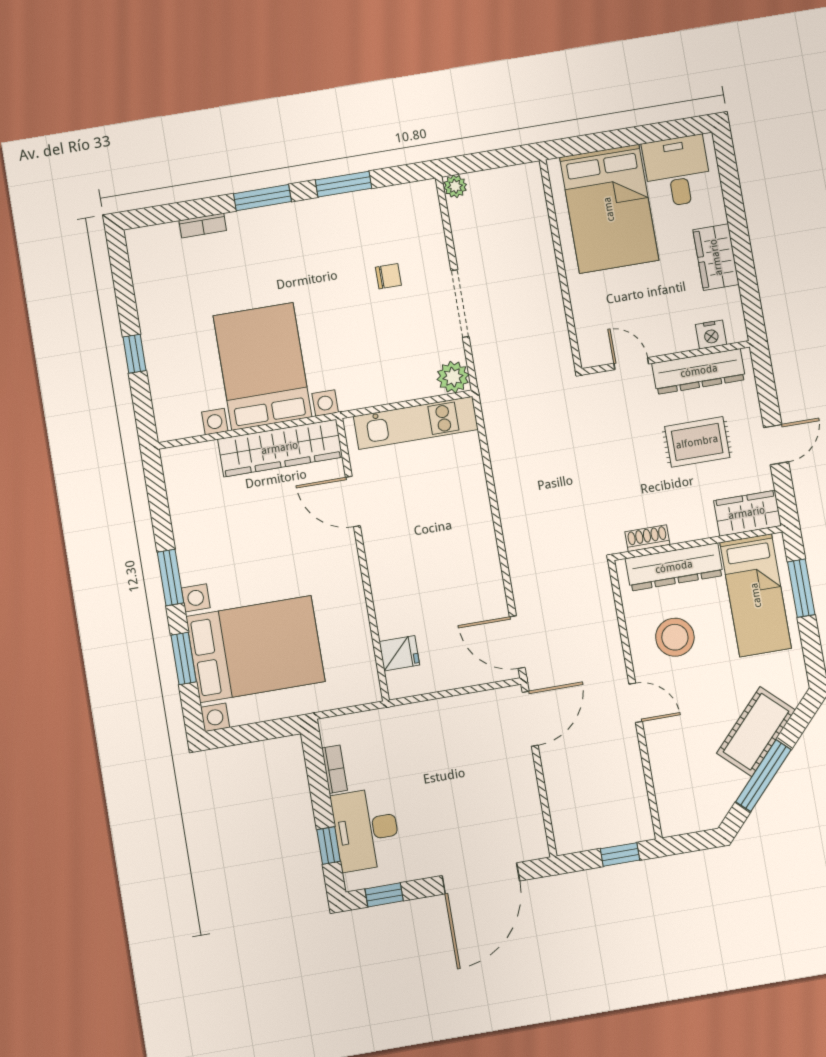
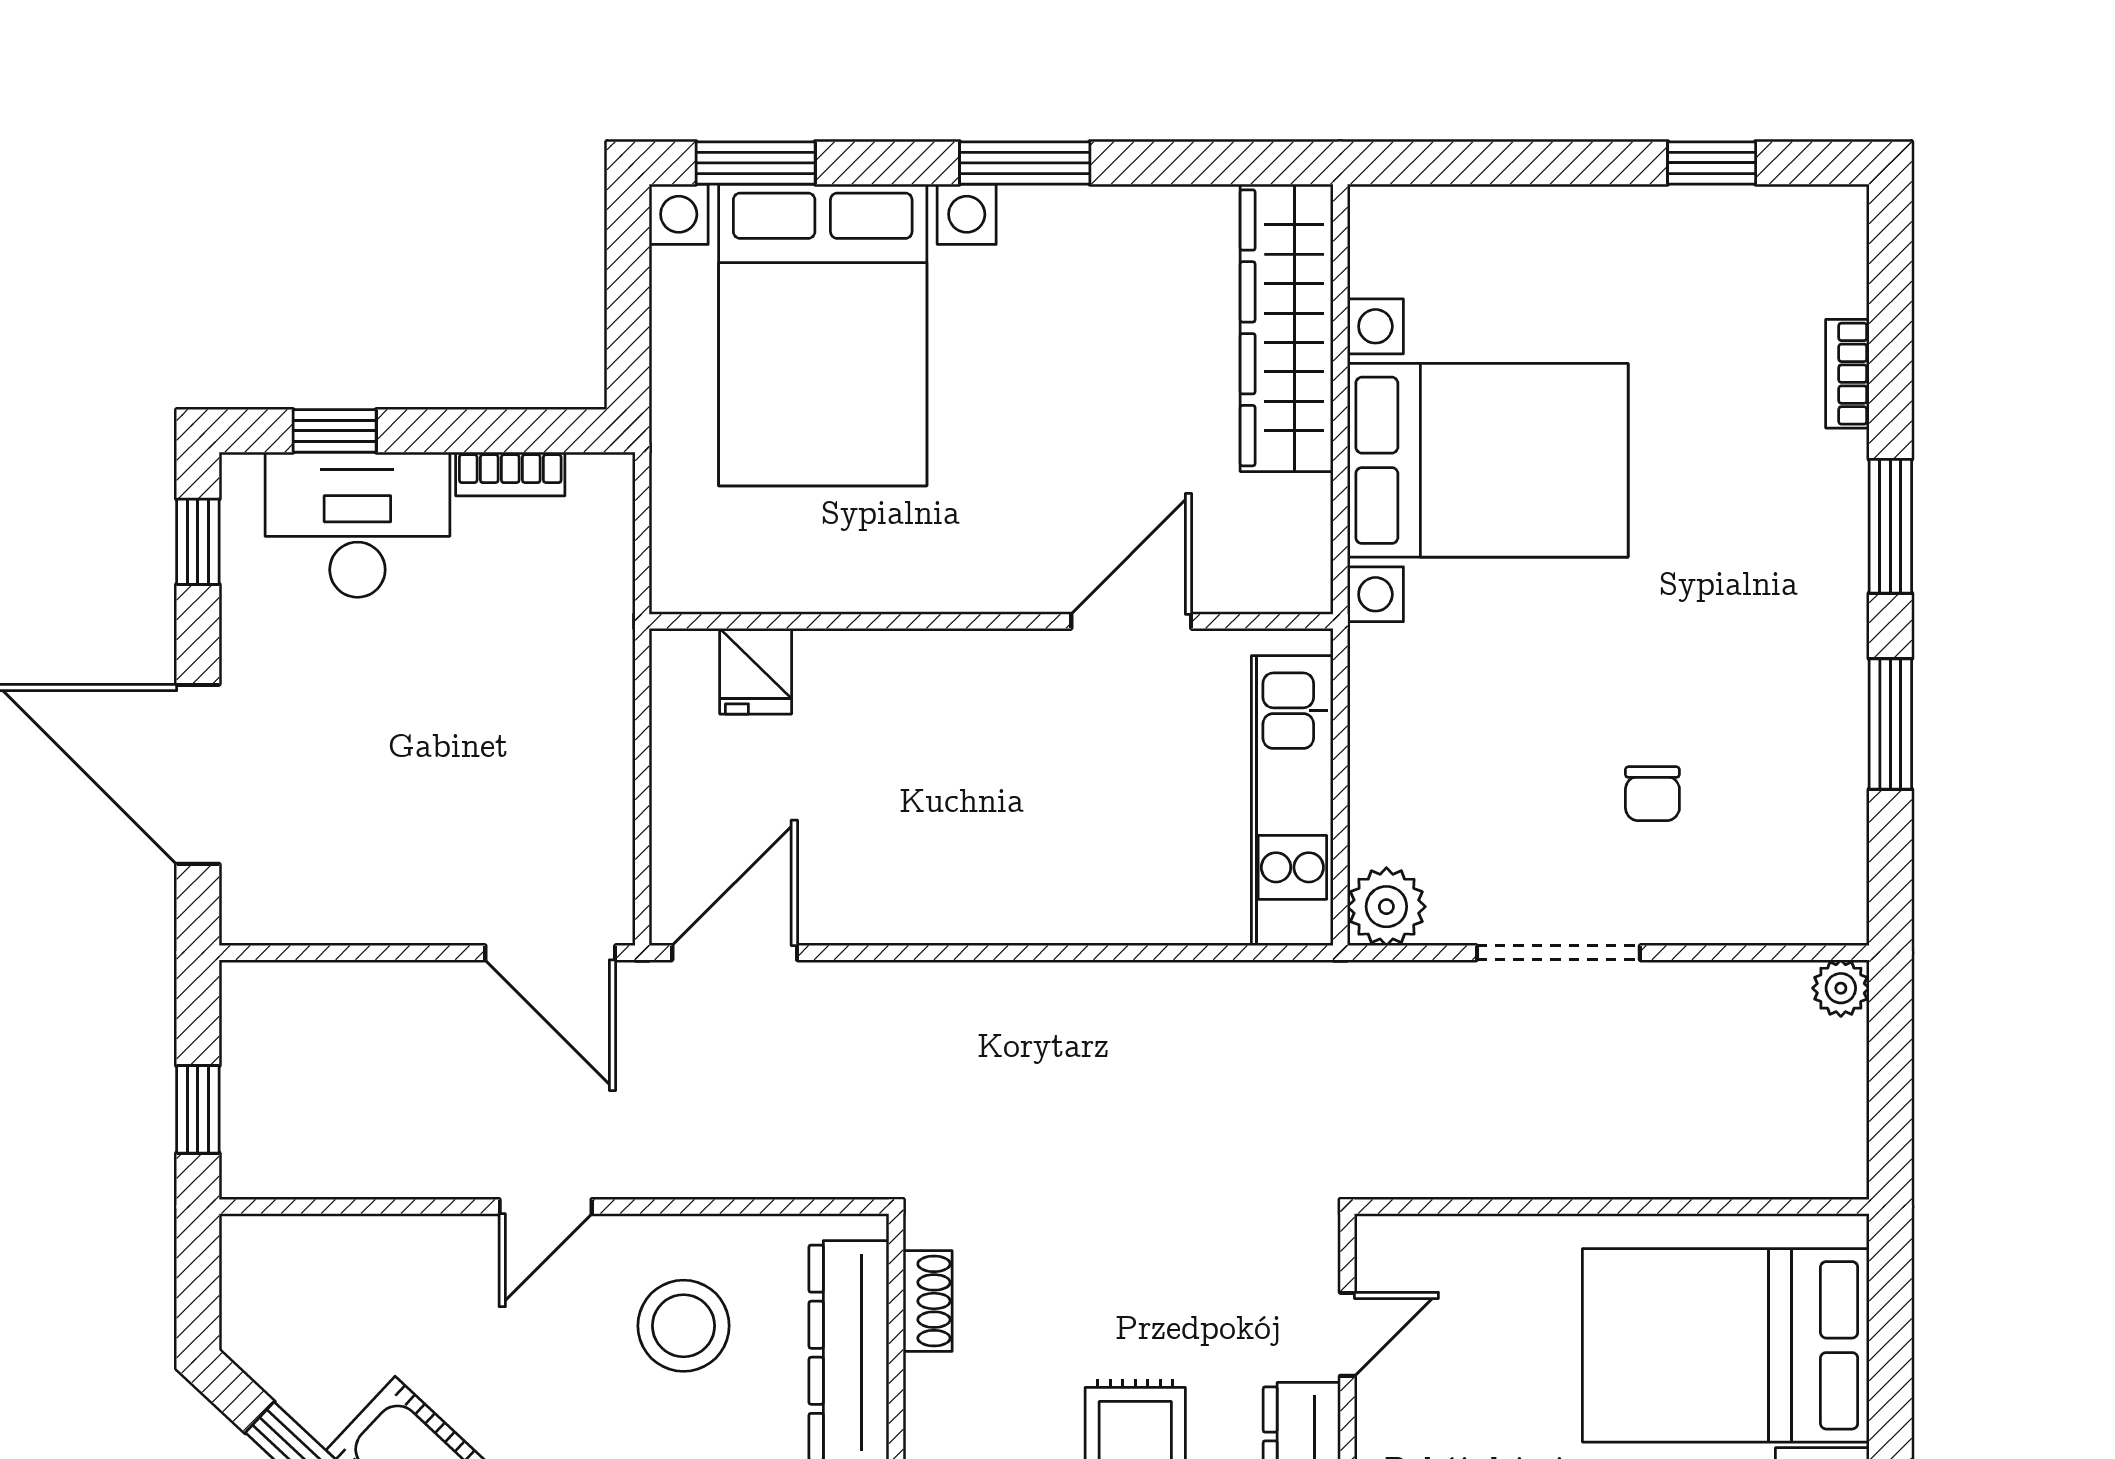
window: (134, 354) -> (1712, 163), moved
wardrobe: (280, 448) -> (1287, 328), moved
window: (184, 658) -> (756, 163), moved

